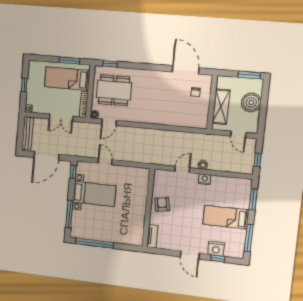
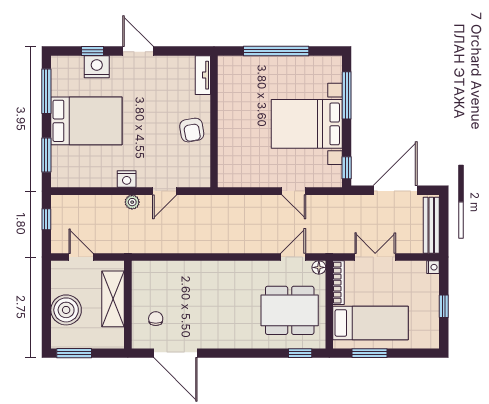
bed with nightstands: (94, 194) -> (307, 124), width x1.36
bed: (226, 217) -> (86, 121), width x1.50
window: (95, 243) -> (276, 51), moved

